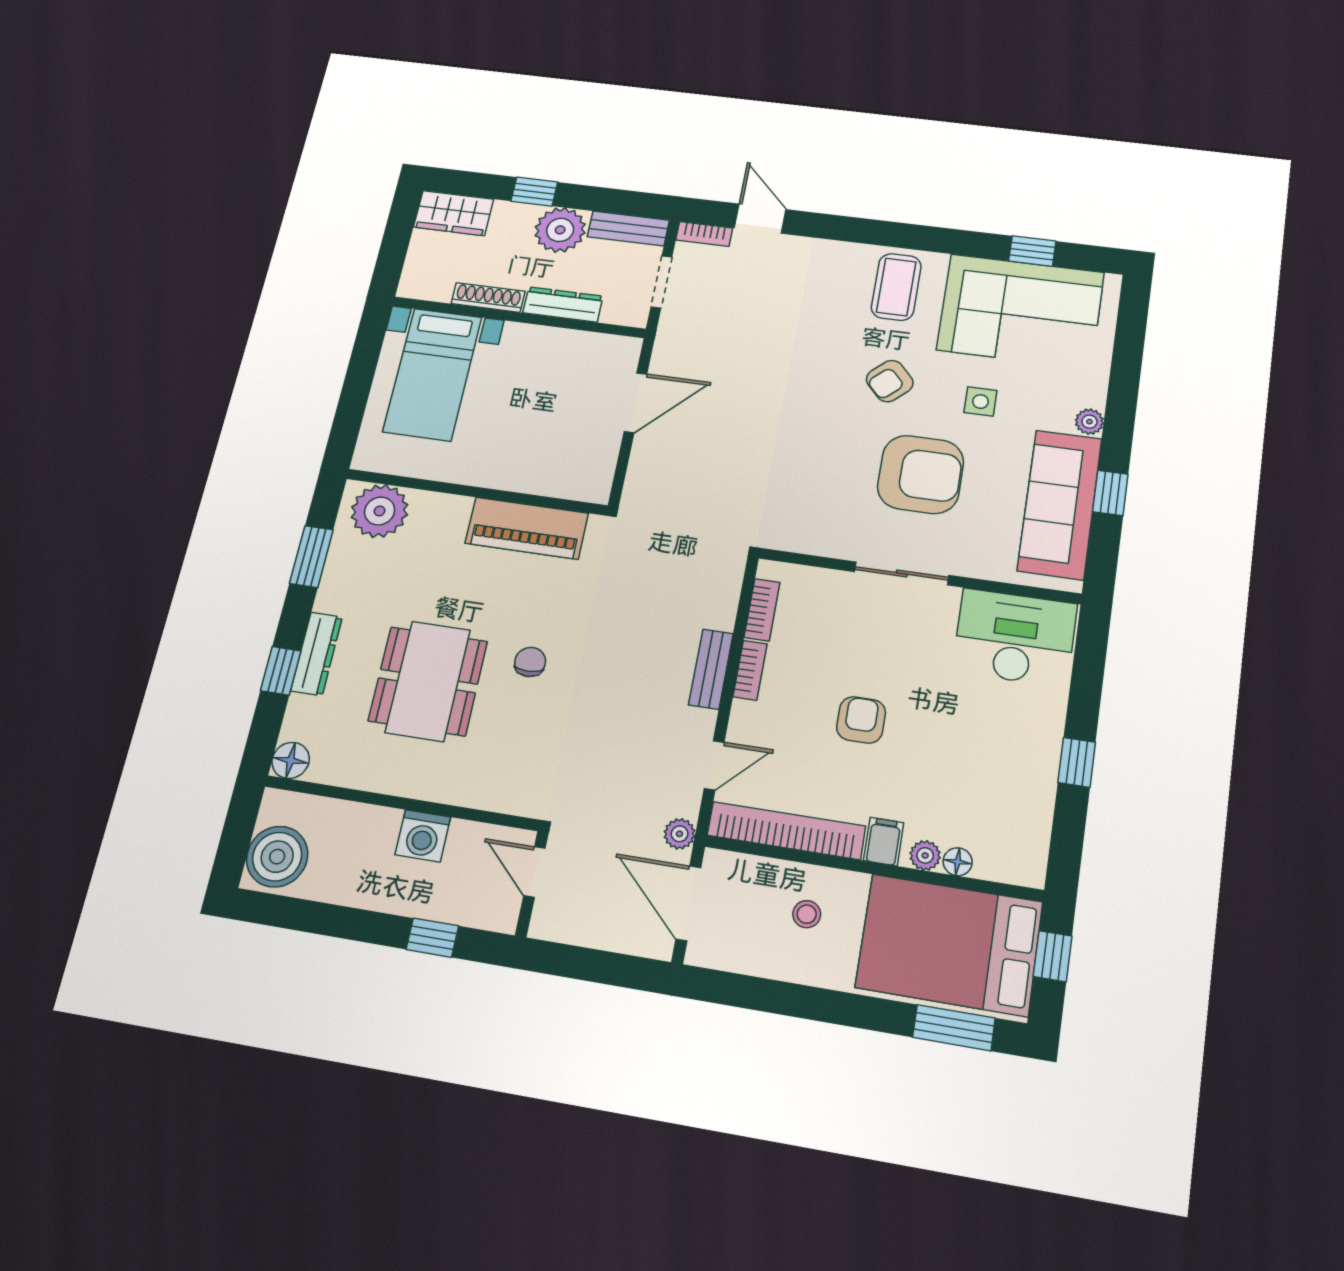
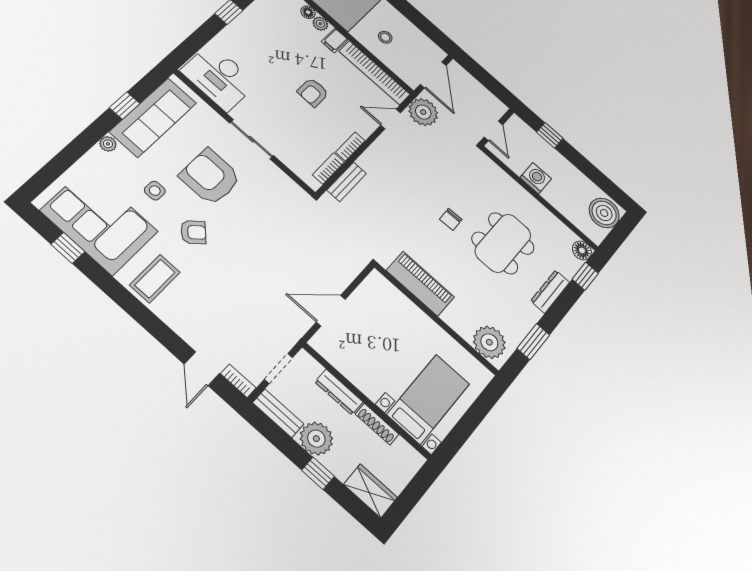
bench: (711, 669) -> (347, 182), moved
window: (281, 671) -> (585, 276), moved
plant: (679, 834) -> (423, 112), width x1.88, depth x1.88

